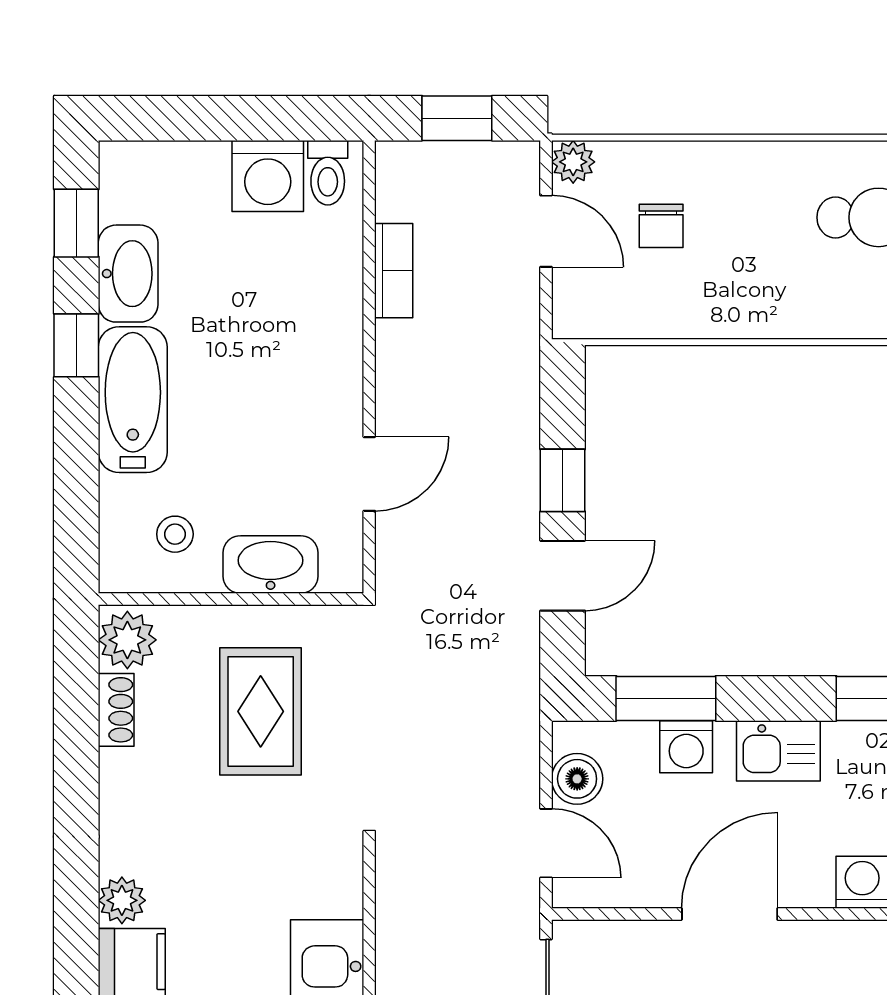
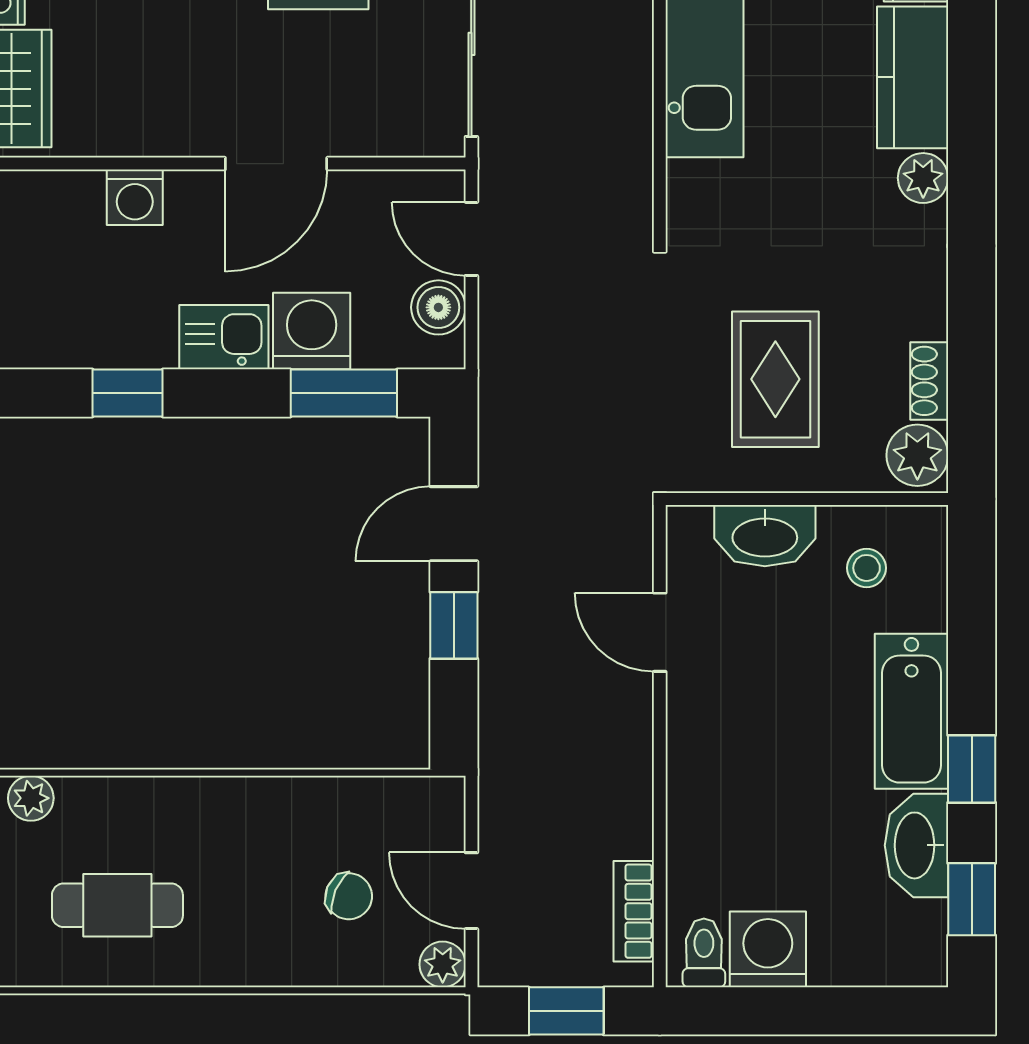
chair: (661, 226) -> (349, 896), turned 113
bookcase: (394, 271) -> (634, 911), moved
door: (369, 474) -> (660, 632), hinge flipped
washing machine: (686, 747) -> (312, 331), width x1.38, depth x1.38

